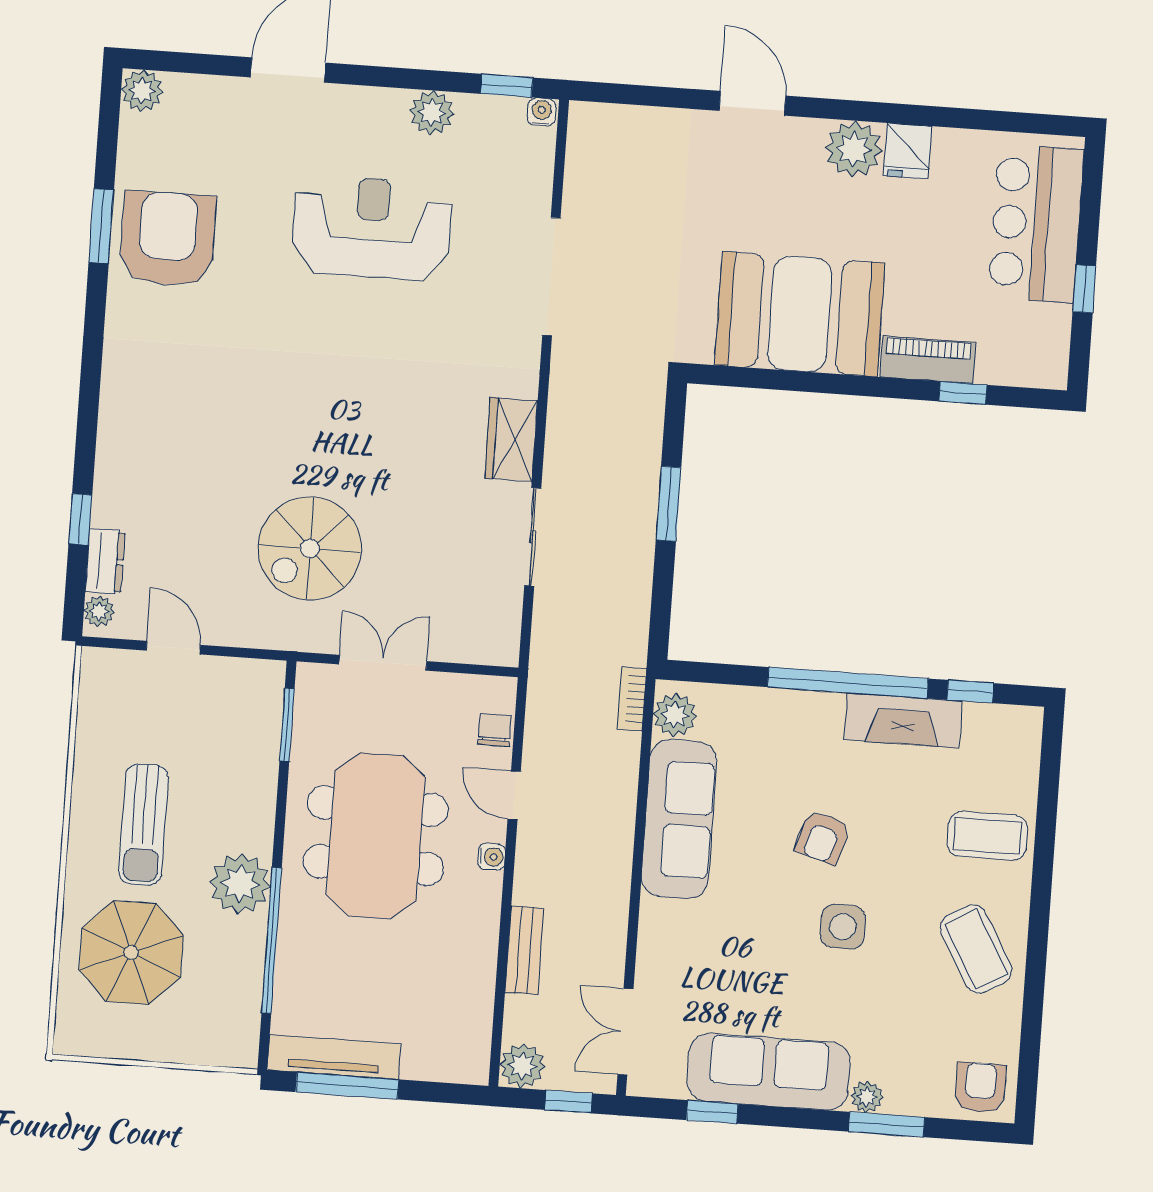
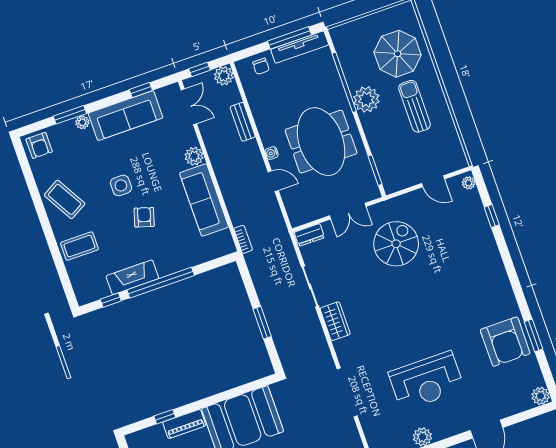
dresser: (105, 561) -> (309, 235), moved, turned -90
plant: (675, 715) -> (194, 156), moved
chair: (494, 730) -> (261, 66), moved

